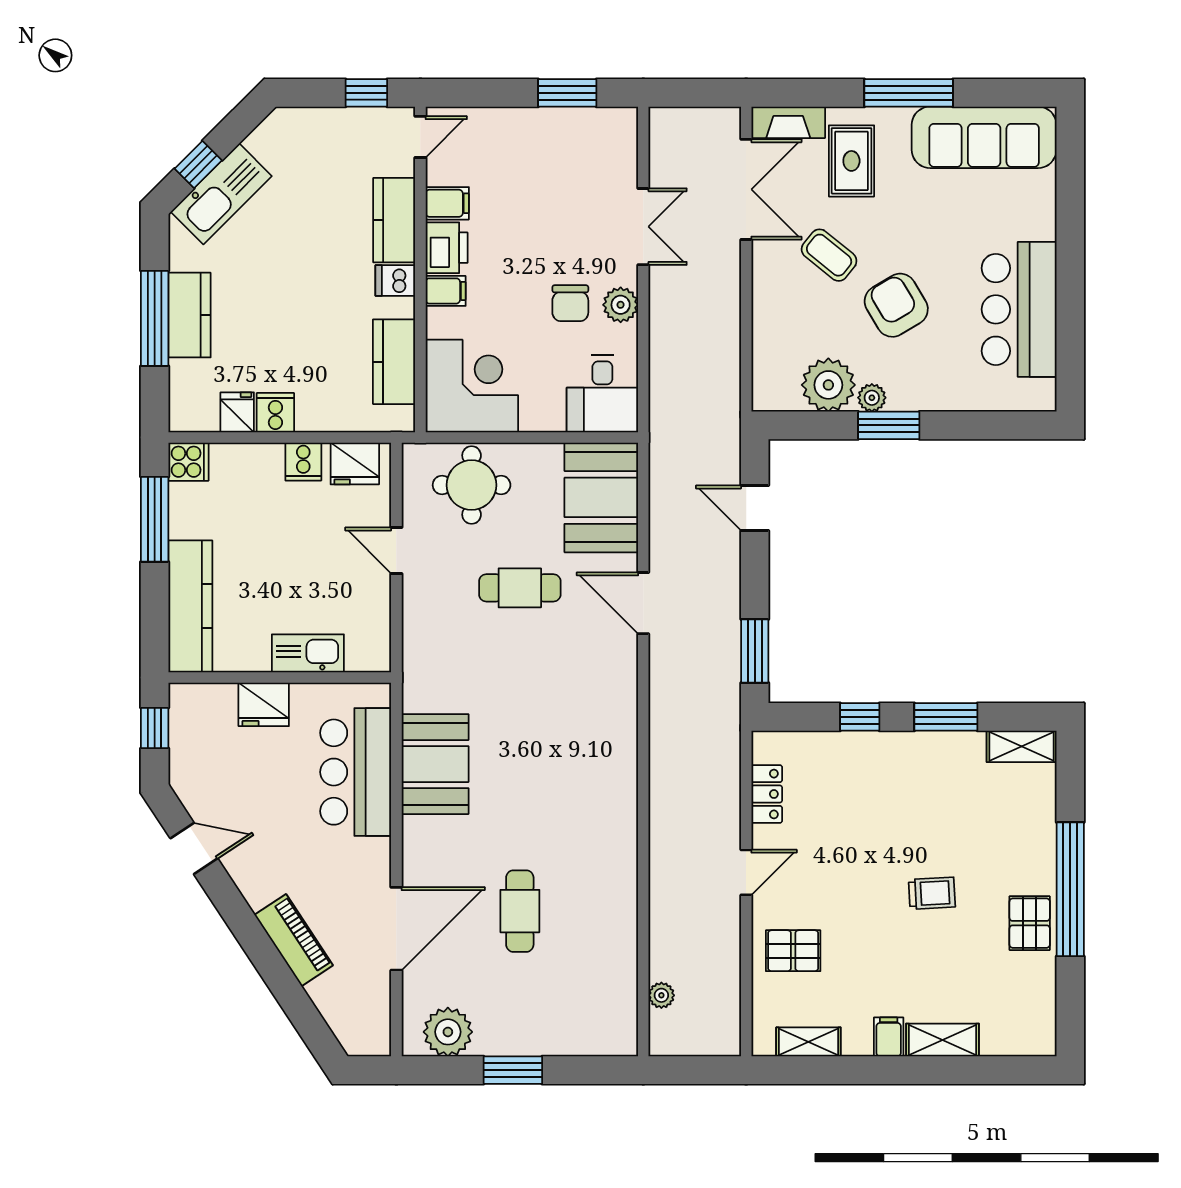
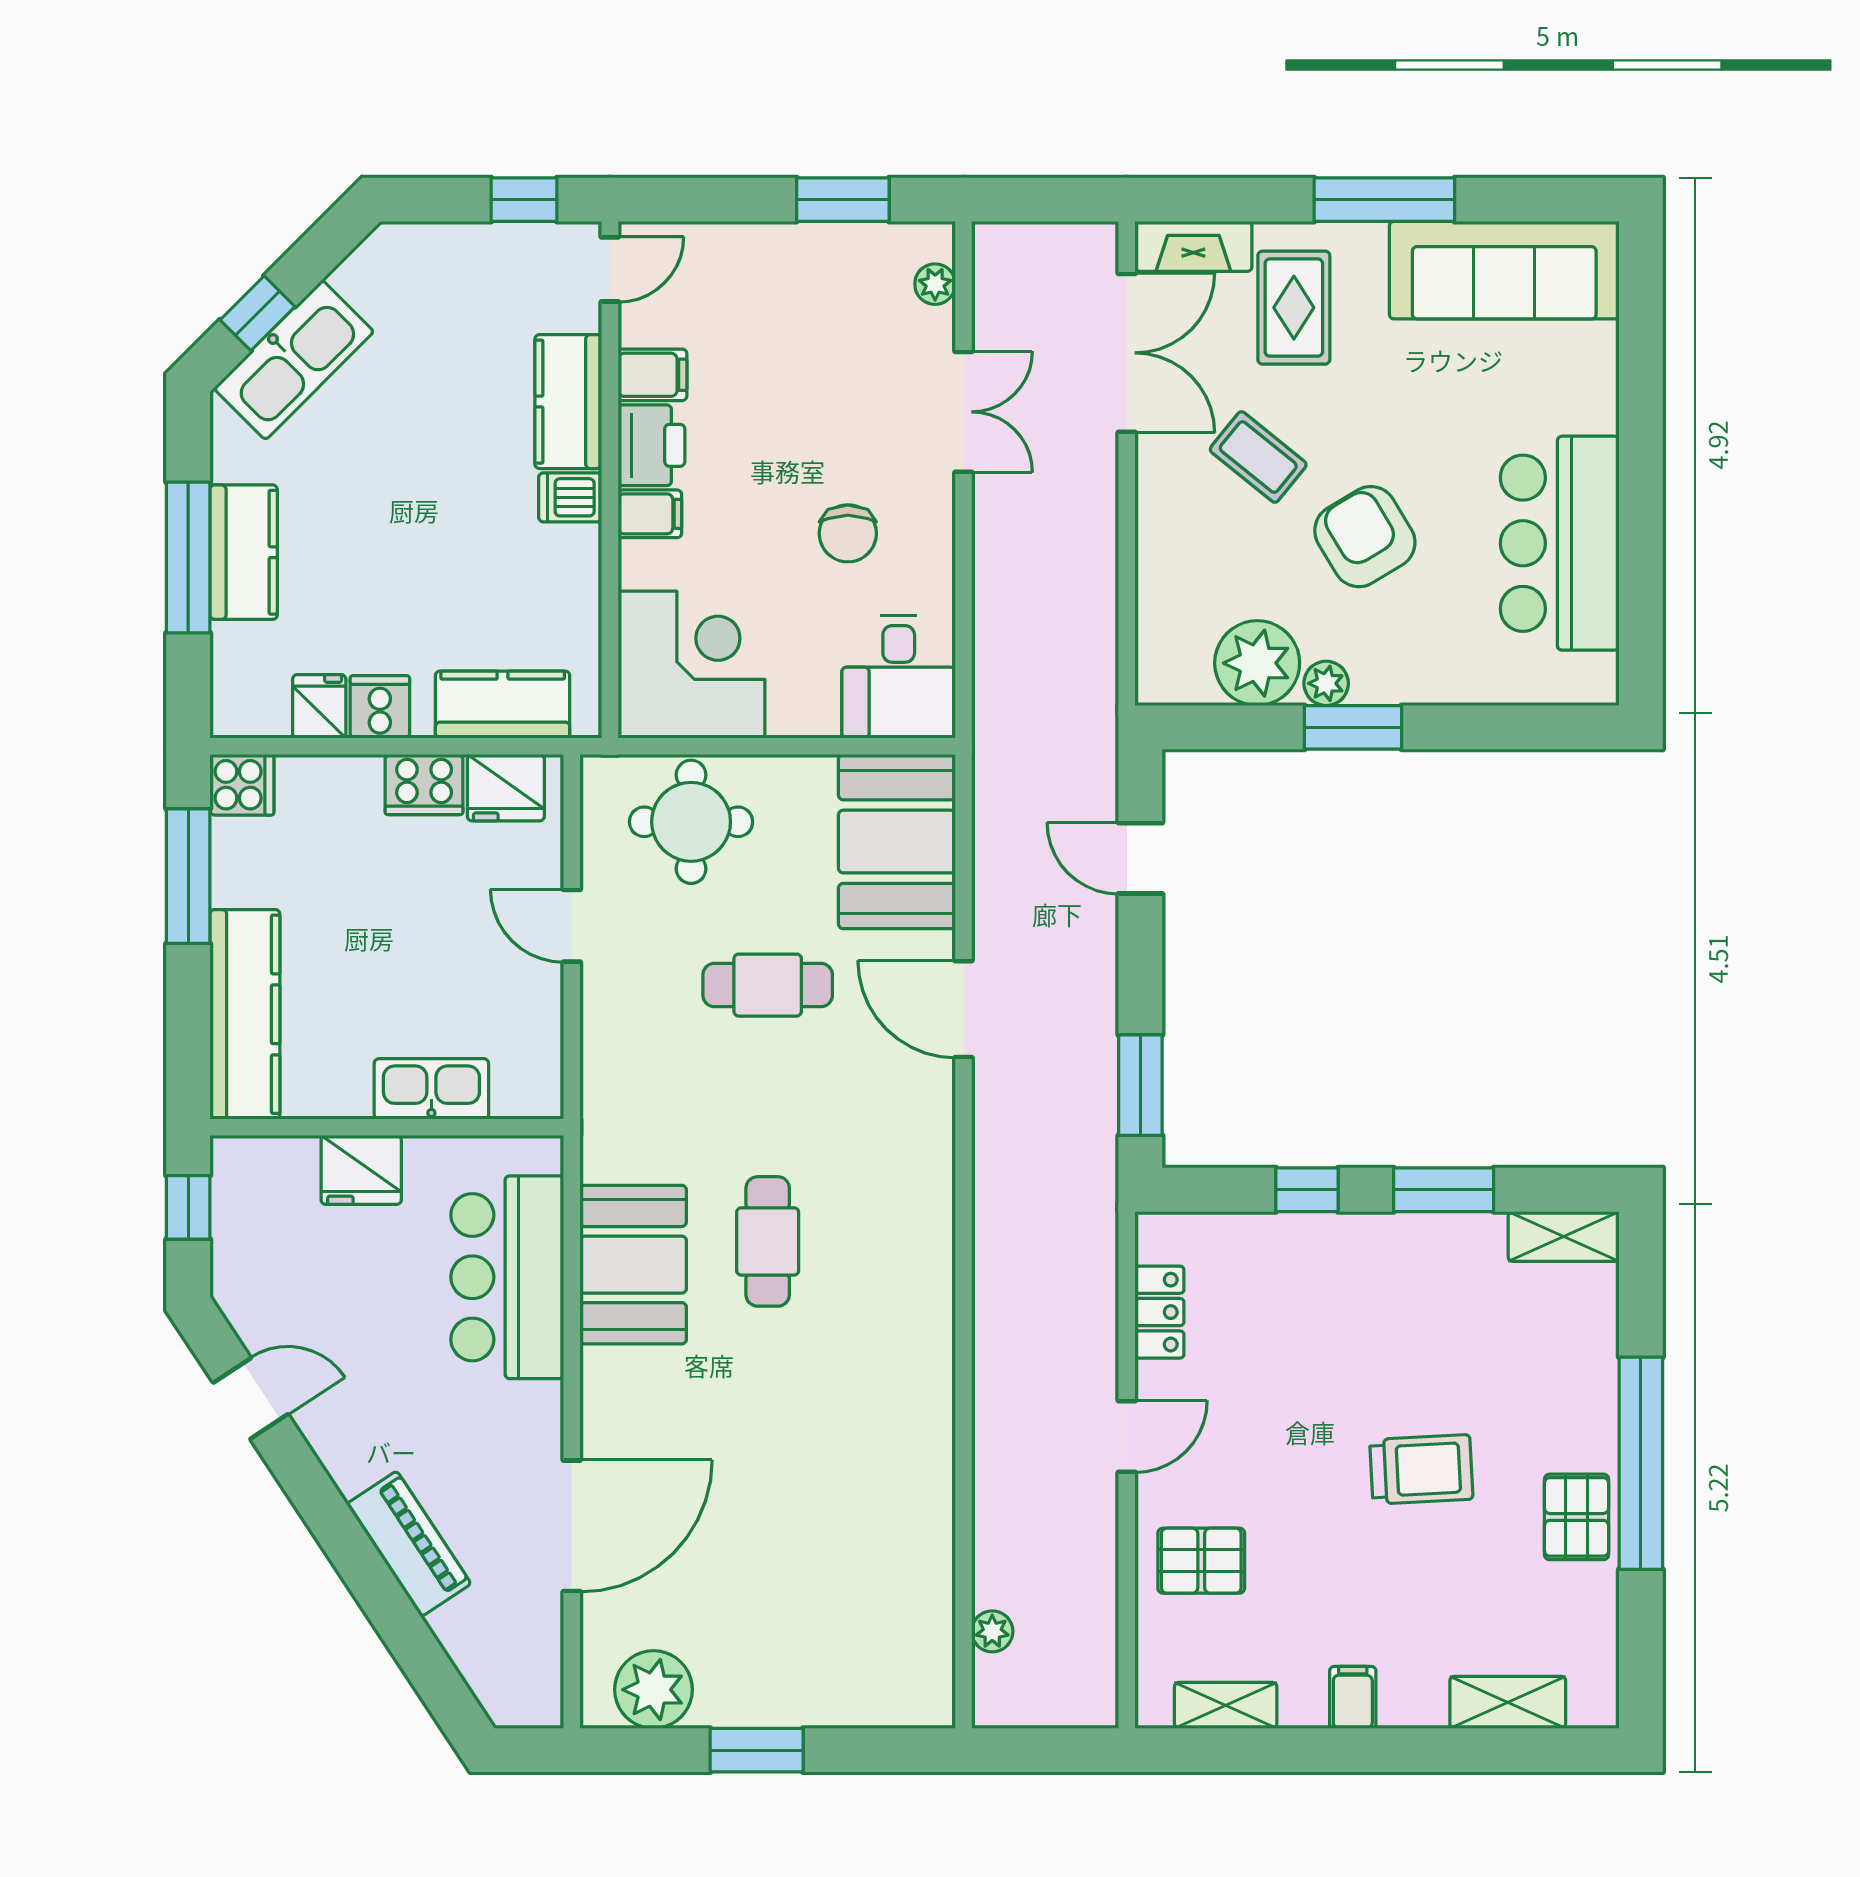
plant: (621, 305) -> (935, 284), moved, width x0.73, depth x0.73
kitchen counter: (394, 362) -> (503, 705), moved, turned 90
cooker: (303, 462) -> (424, 785), width x1.36
trolley: (932, 893) -> (1421, 1469), width x1.36, depth x1.39
cafe table: (520, 911) -> (768, 1241), moved
shelving: (942, 1040) -> (1508, 1702), moved

